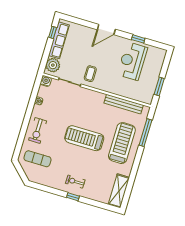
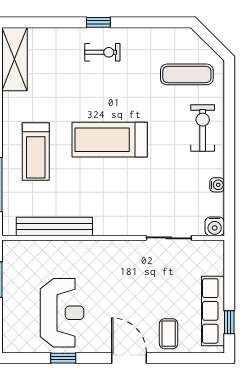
door: (106, 29) -> (129, 358), hinge flipped
plant: (53, 65) -> (210, 261), removed
coffee table: (90, 74) -> (169, 334), moved
treadmill: (84, 138) -> (110, 140), turned 180
treadmill: (122, 143) -> (36, 152), width x0.73, depth x0.73

